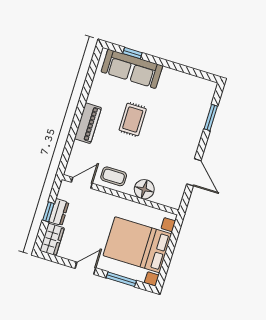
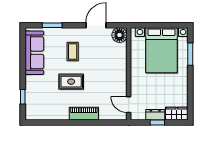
sofa: (132, 69) -> (34, 53), moved
coffee table: (114, 176) -> (73, 52), moved
floor lamp: (144, 189) -> (119, 35), moved
door: (85, 268) -> (190, 83), removed

